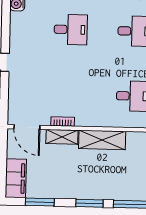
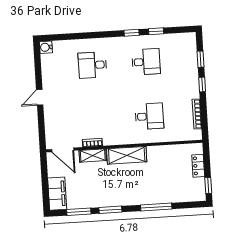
desk: (71, 30) -> (92, 65), turned 180
window: (89, 203) -> (110, 210), moved

